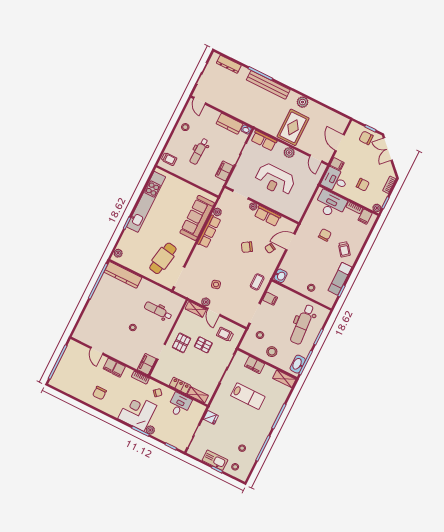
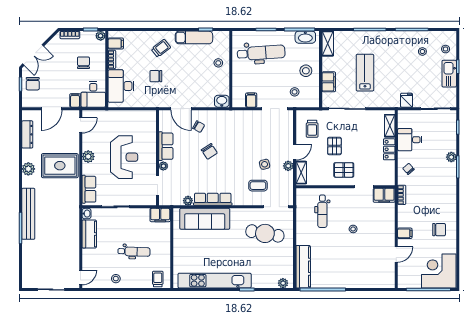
dresser: (229, 64) -> (27, 134), moved
filing cabinet: (224, 171) -> (160, 215), moved
coffee table: (257, 282) -> (258, 186), moved
filing cabinet: (119, 370) -> (405, 222), removed
corner desk: (137, 412) -> (439, 271), moved, turned 90

